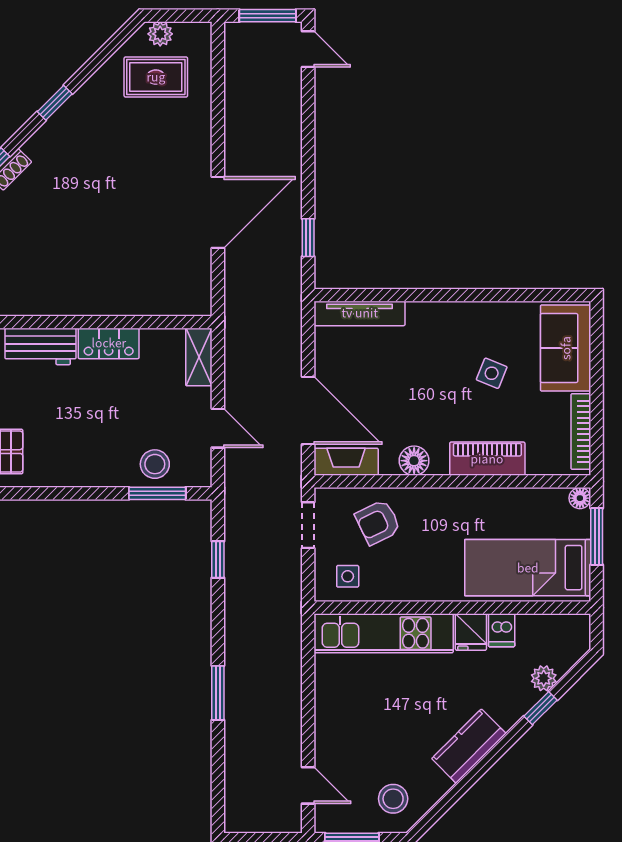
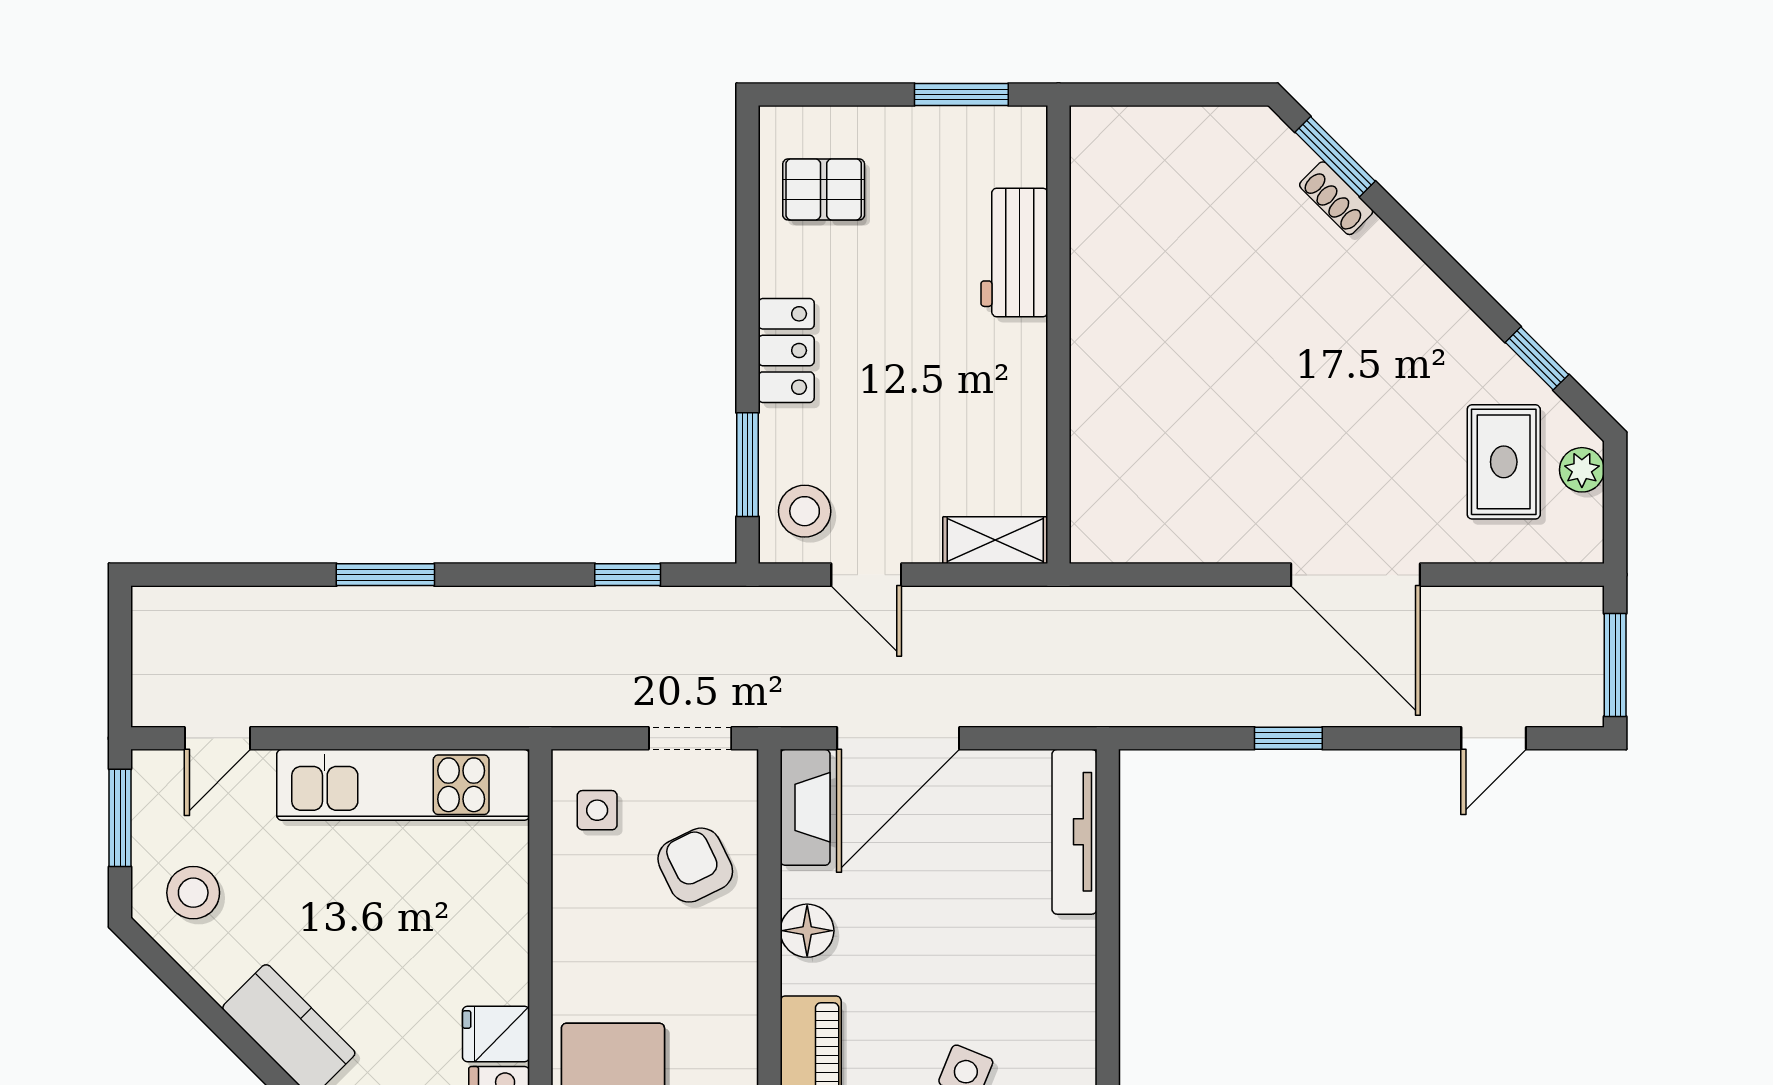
door: (308, 49) -> (1494, 738), moved
window: (55, 103) -> (1537, 358), moved
door: (218, 212) -> (1355, 575), moved
window: (308, 238) -> (1288, 738), moved
locker: (109, 343) -> (786, 350), moved, turned 180
door: (218, 428) -> (866, 575), hinge flipped
stool: (155, 464) -> (805, 511), moved
kitchen unit: (384, 633) -> (403, 785), moved, turned -90

